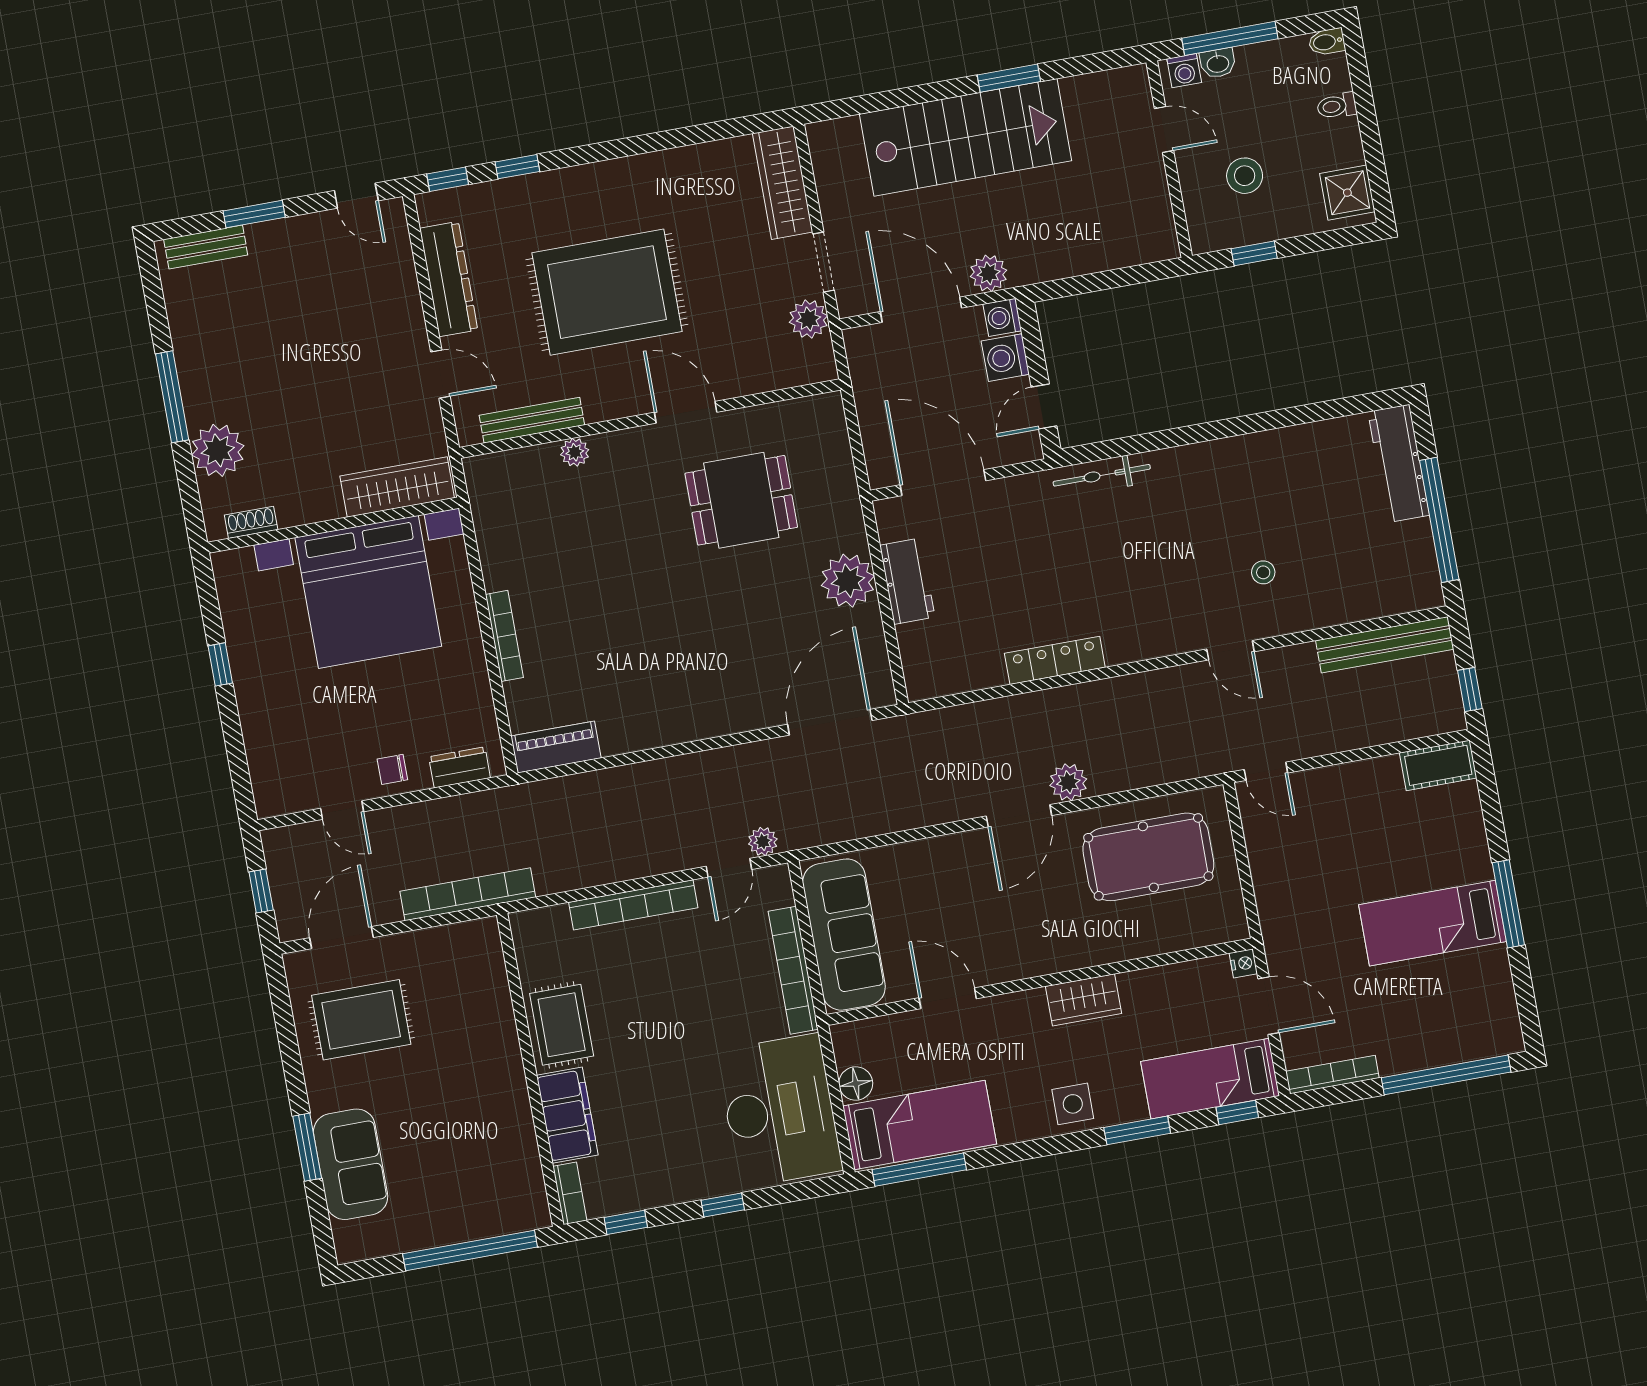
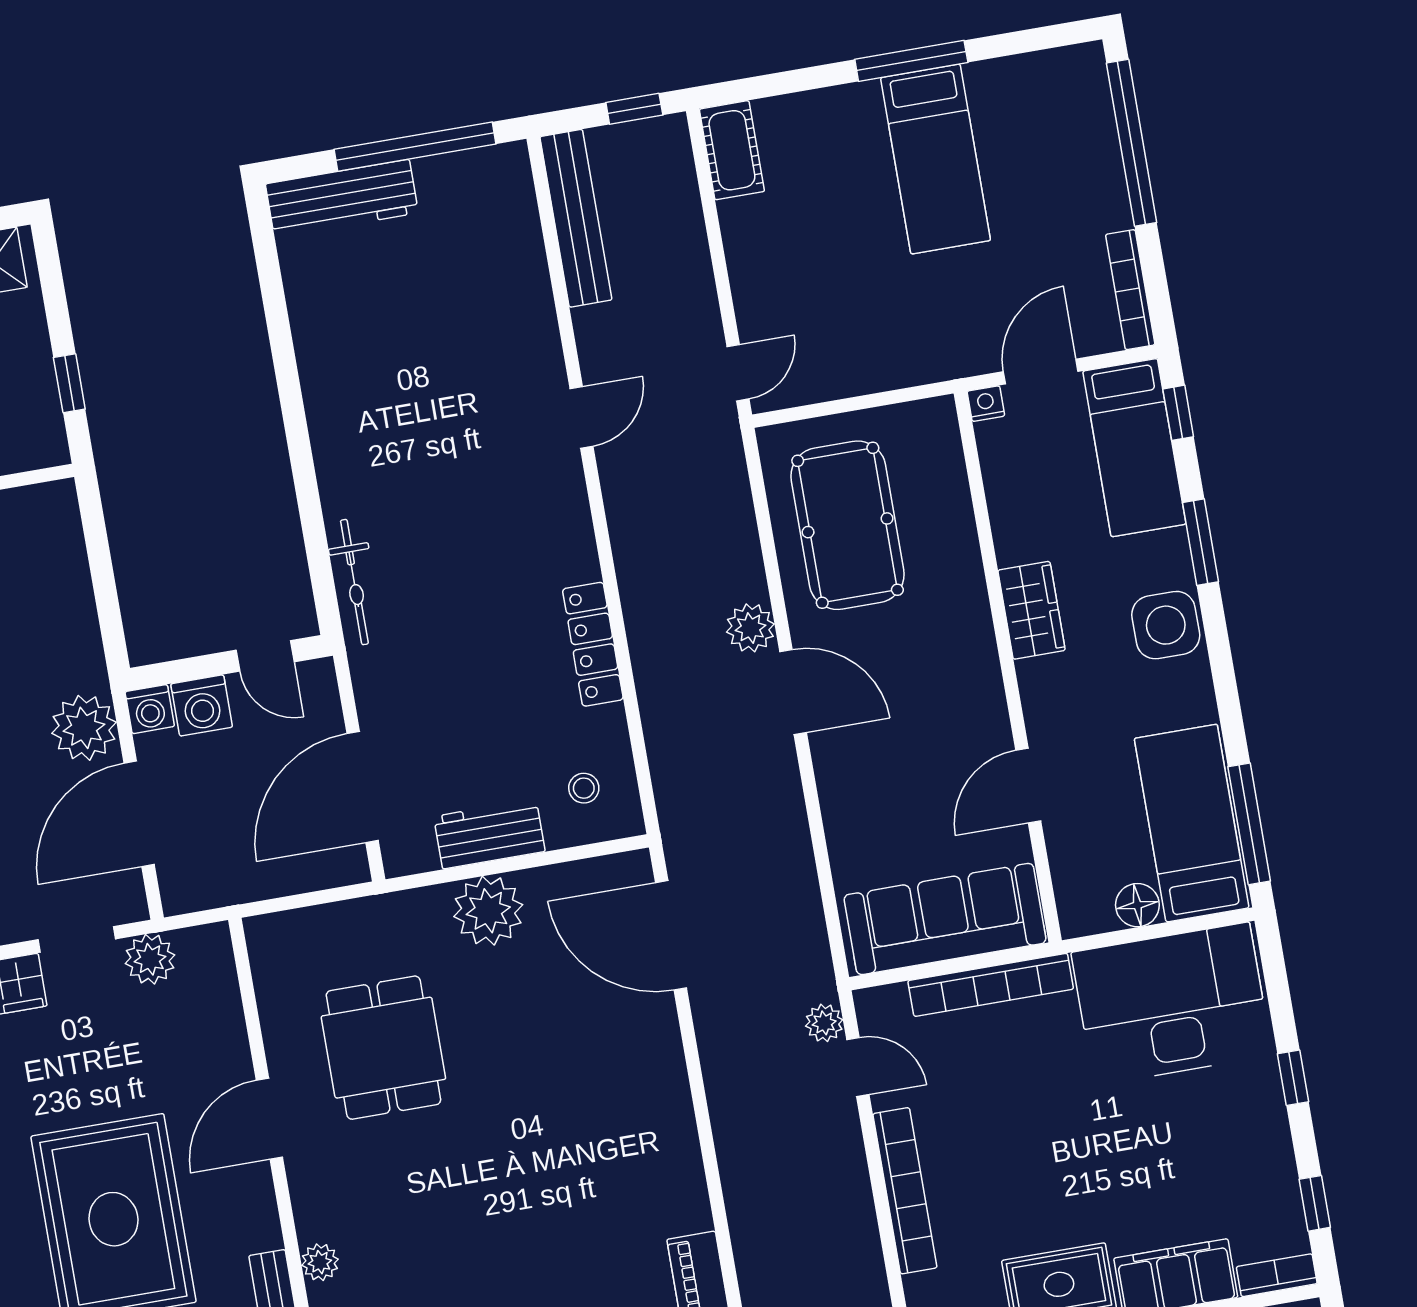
plant: (989, 273) -> (84, 728), width x1.36, depth x1.36
stool: (1263, 572) -> (584, 788), moved
side table: (1073, 1104) -> (1166, 625), width x1.37, depth x1.37

